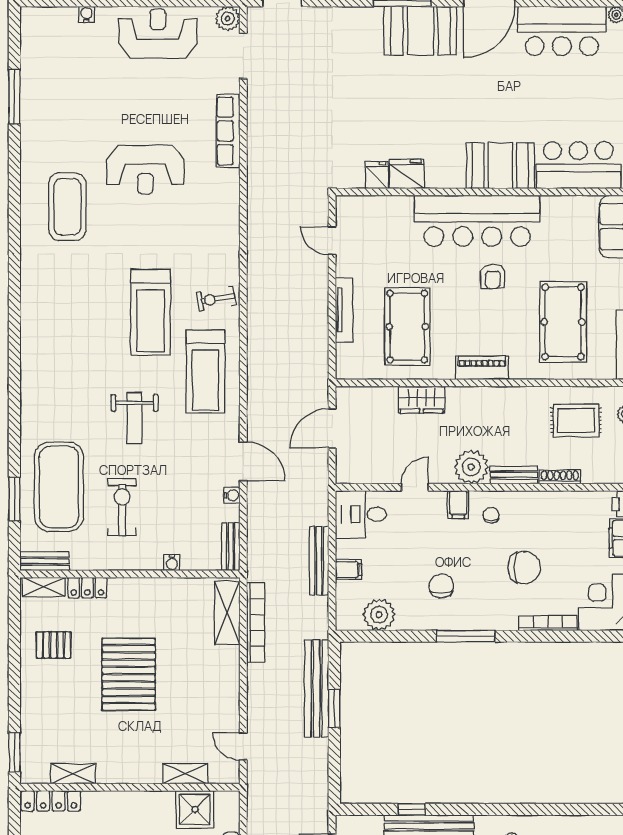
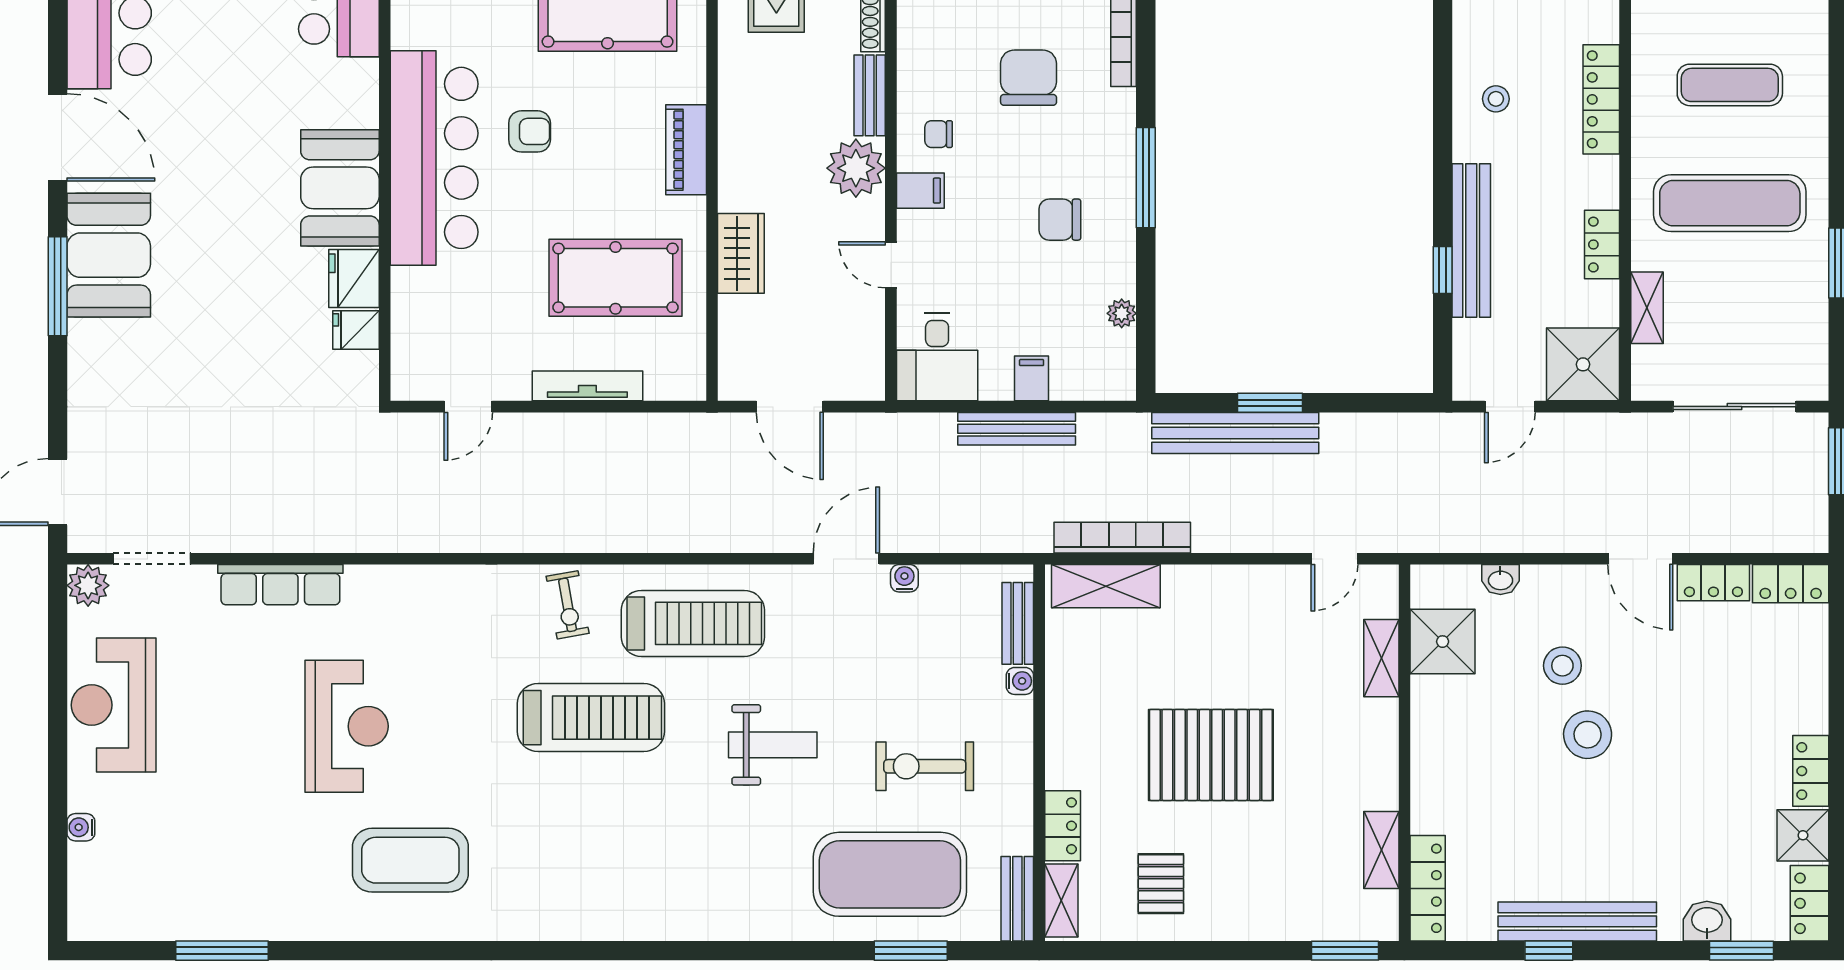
booth: (500, 166) -> (340, 188), moved
bench: (231, 547) -> (1018, 623), moved, turned 90
plant: (379, 615) -> (1122, 313), width x0.53, depth x0.53

